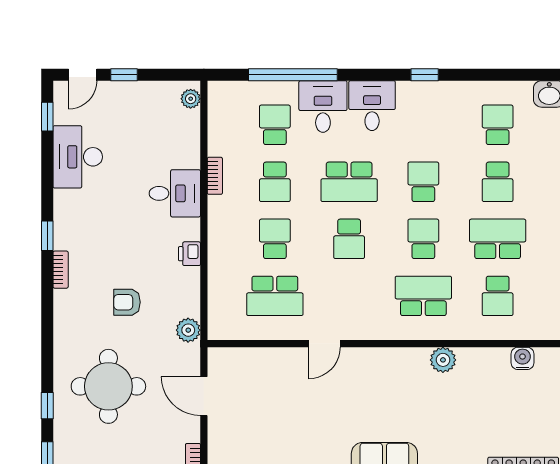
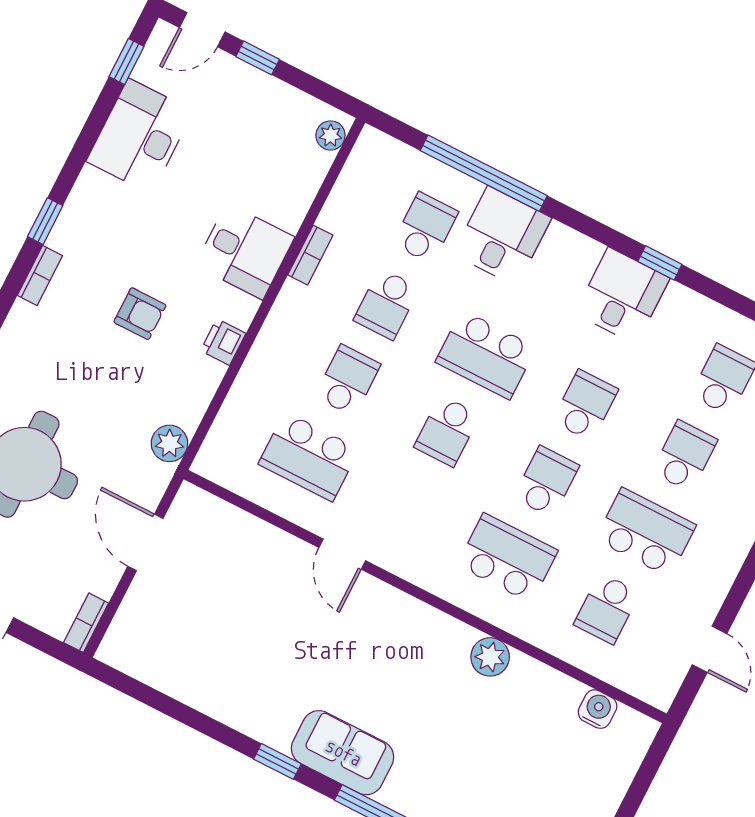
desk: (372, 106) -> (622, 296), moved
school desk: (498, 182) -> (685, 456), turned 180
armchair: (127, 302) -> (140, 314), moved, turned 180
door: (324, 344) -> (342, 554), hinge flipped

